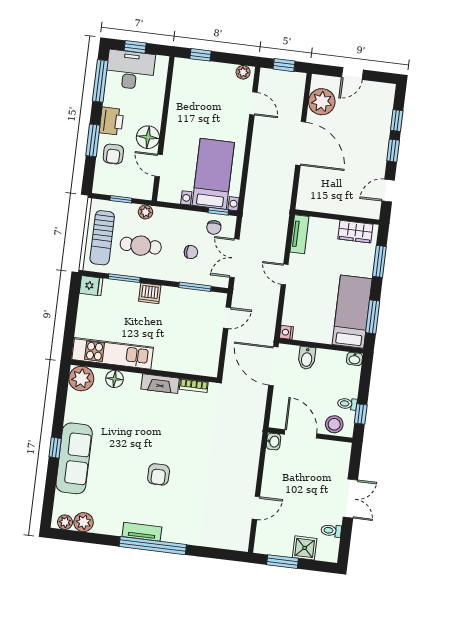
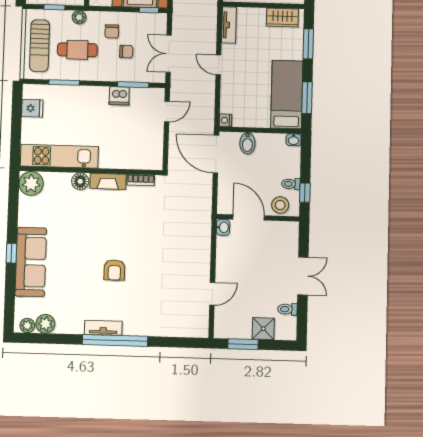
chair: (214, 227) -> (112, 31), moved
fridge: (91, 286) -> (32, 108), moved
dishwasher: (150, 293) -> (119, 96), moved
floor lamp: (114, 379) -> (80, 181), moved

